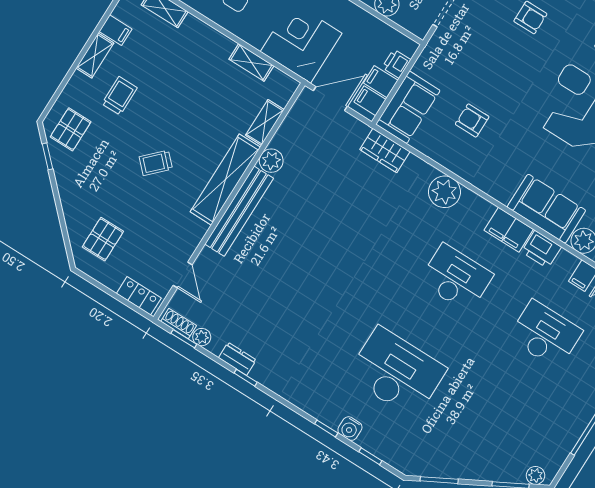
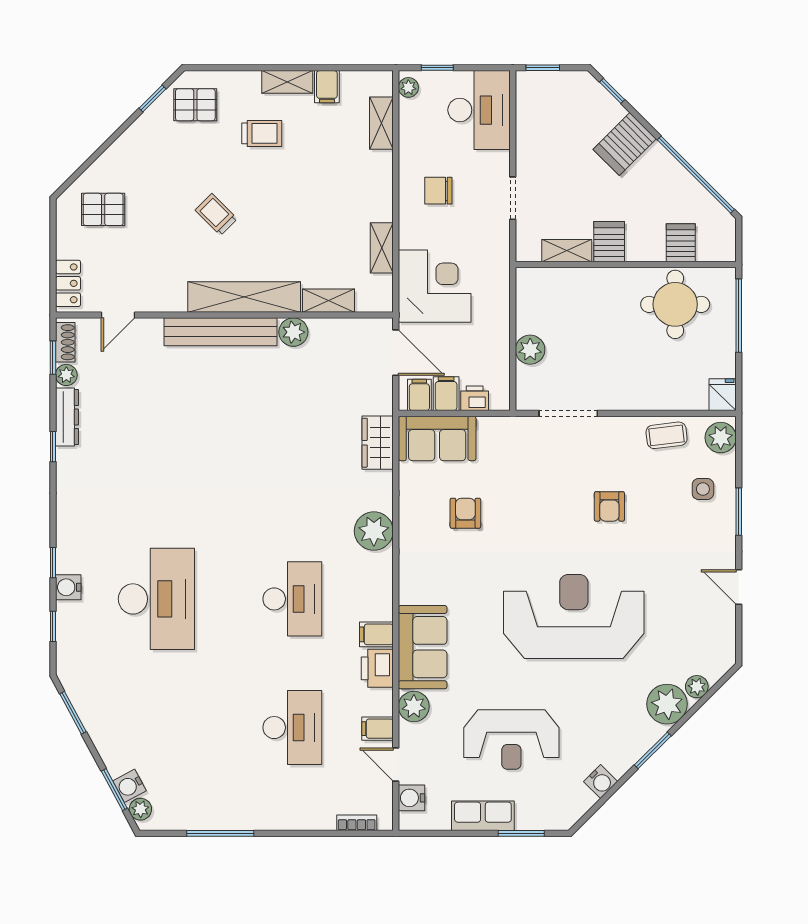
filing cabinet: (509, 230) -> (376, 634), width x0.50
dresser: (237, 359) -> (67, 417), width x1.44
water cooler: (515, 473) -> (129, 786), added

